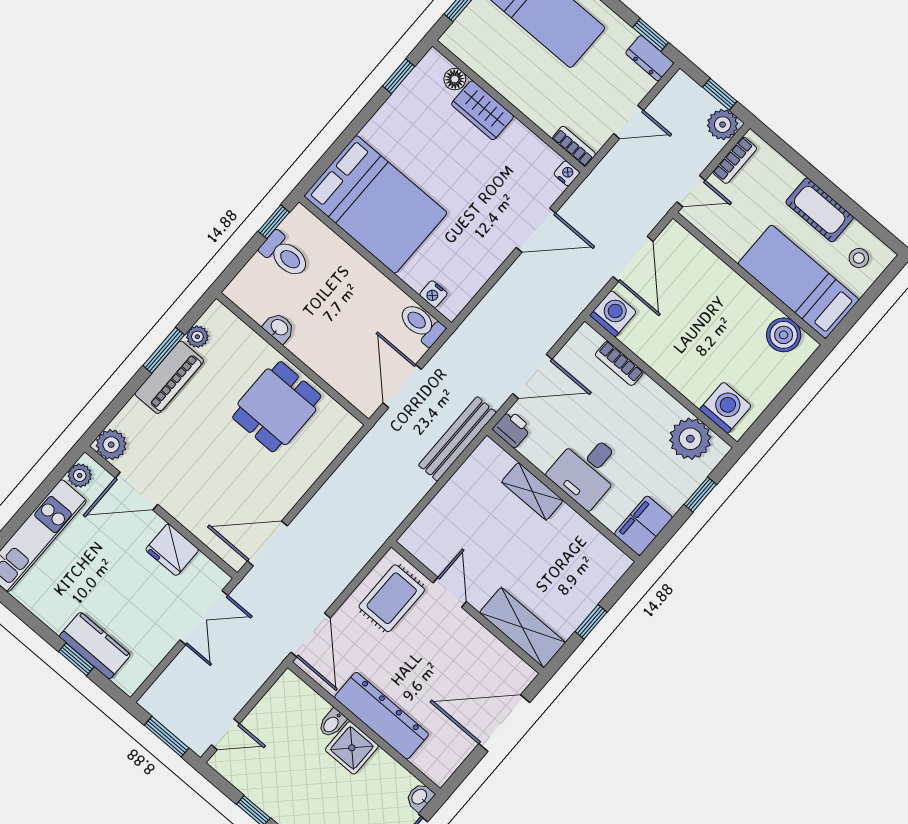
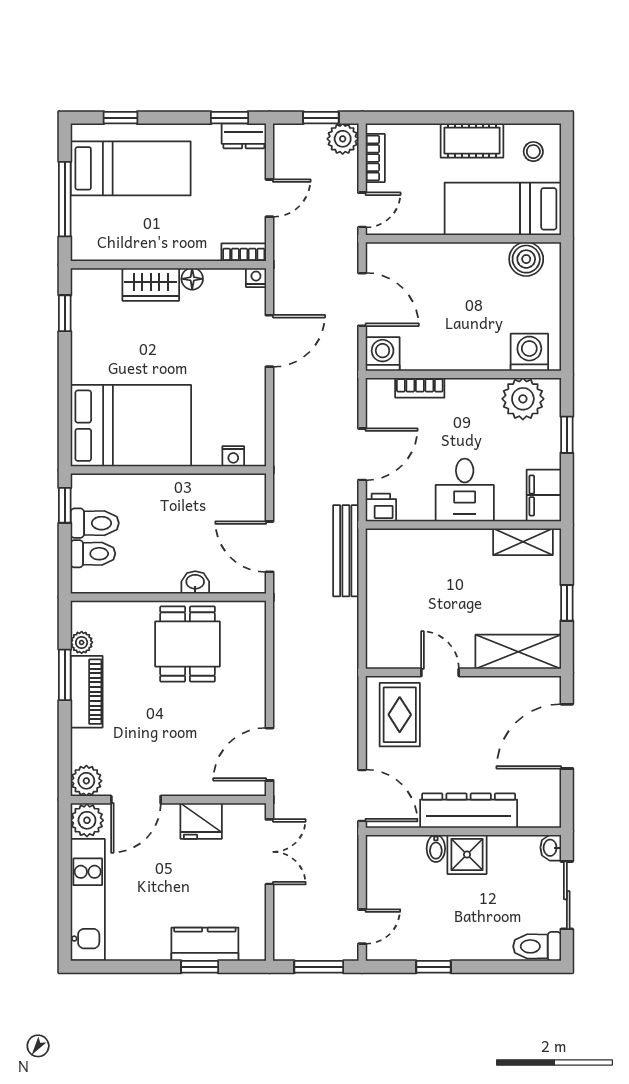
floor lamp: (455, 79) -> (192, 279), moved
toilet: (421, 324) -> (93, 554), moved, turned 180
washbasin: (279, 328) -> (195, 582), moved
plant: (80, 475) -> (87, 820), width x1.38, depth x1.38
shelving: (532, 491) -> (523, 542), moved

